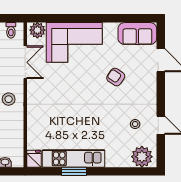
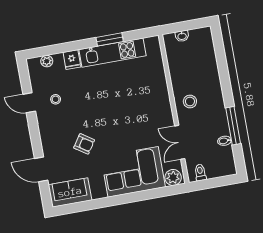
plant: (142, 157) -> (47, 61), width x0.53, depth x0.53
fridge: (34, 159) -> (72, 60), moved

